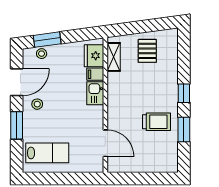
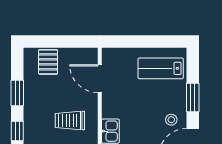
trolley: (156, 122) -> (70, 120), moved
pallet: (154, 159) -> (48, 62), added

